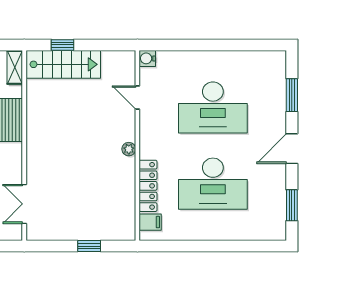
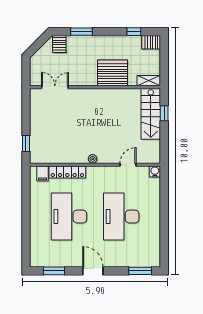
window: (292, 95) -> (140, 271), moved
window: (89, 246) -> (26, 144), moved

